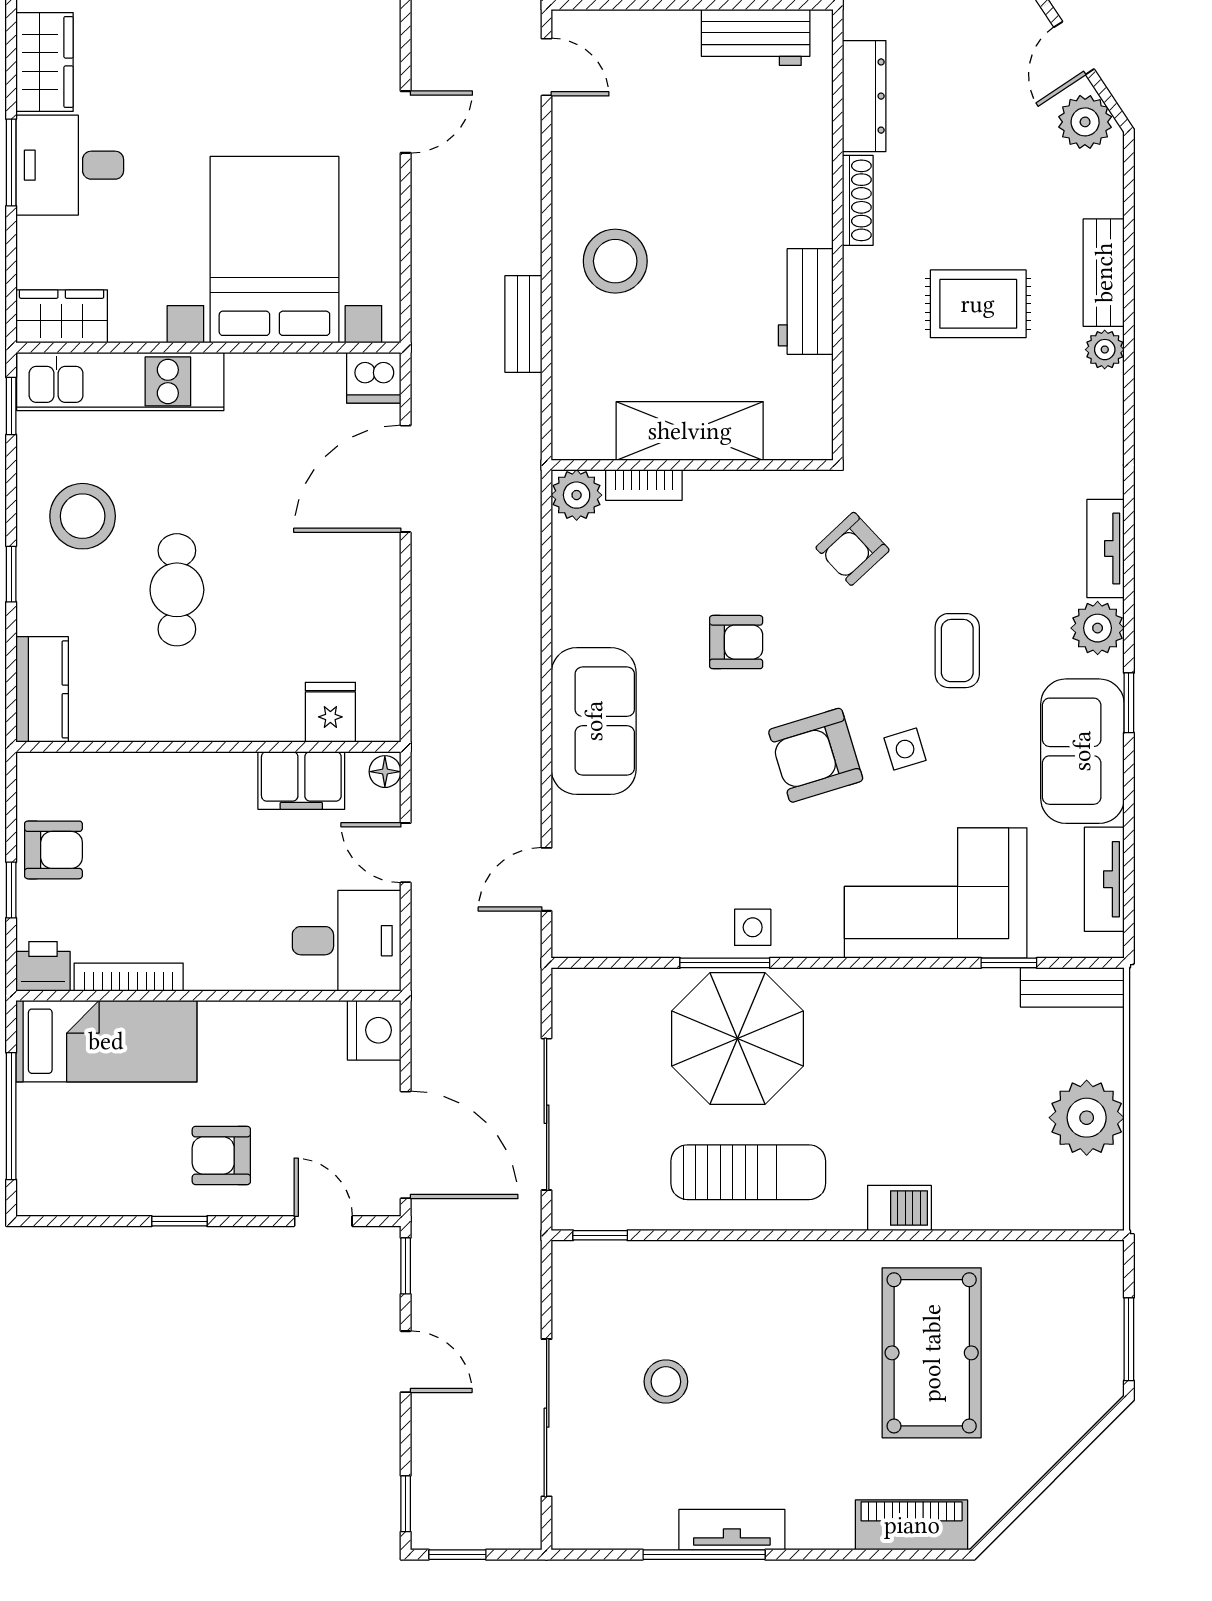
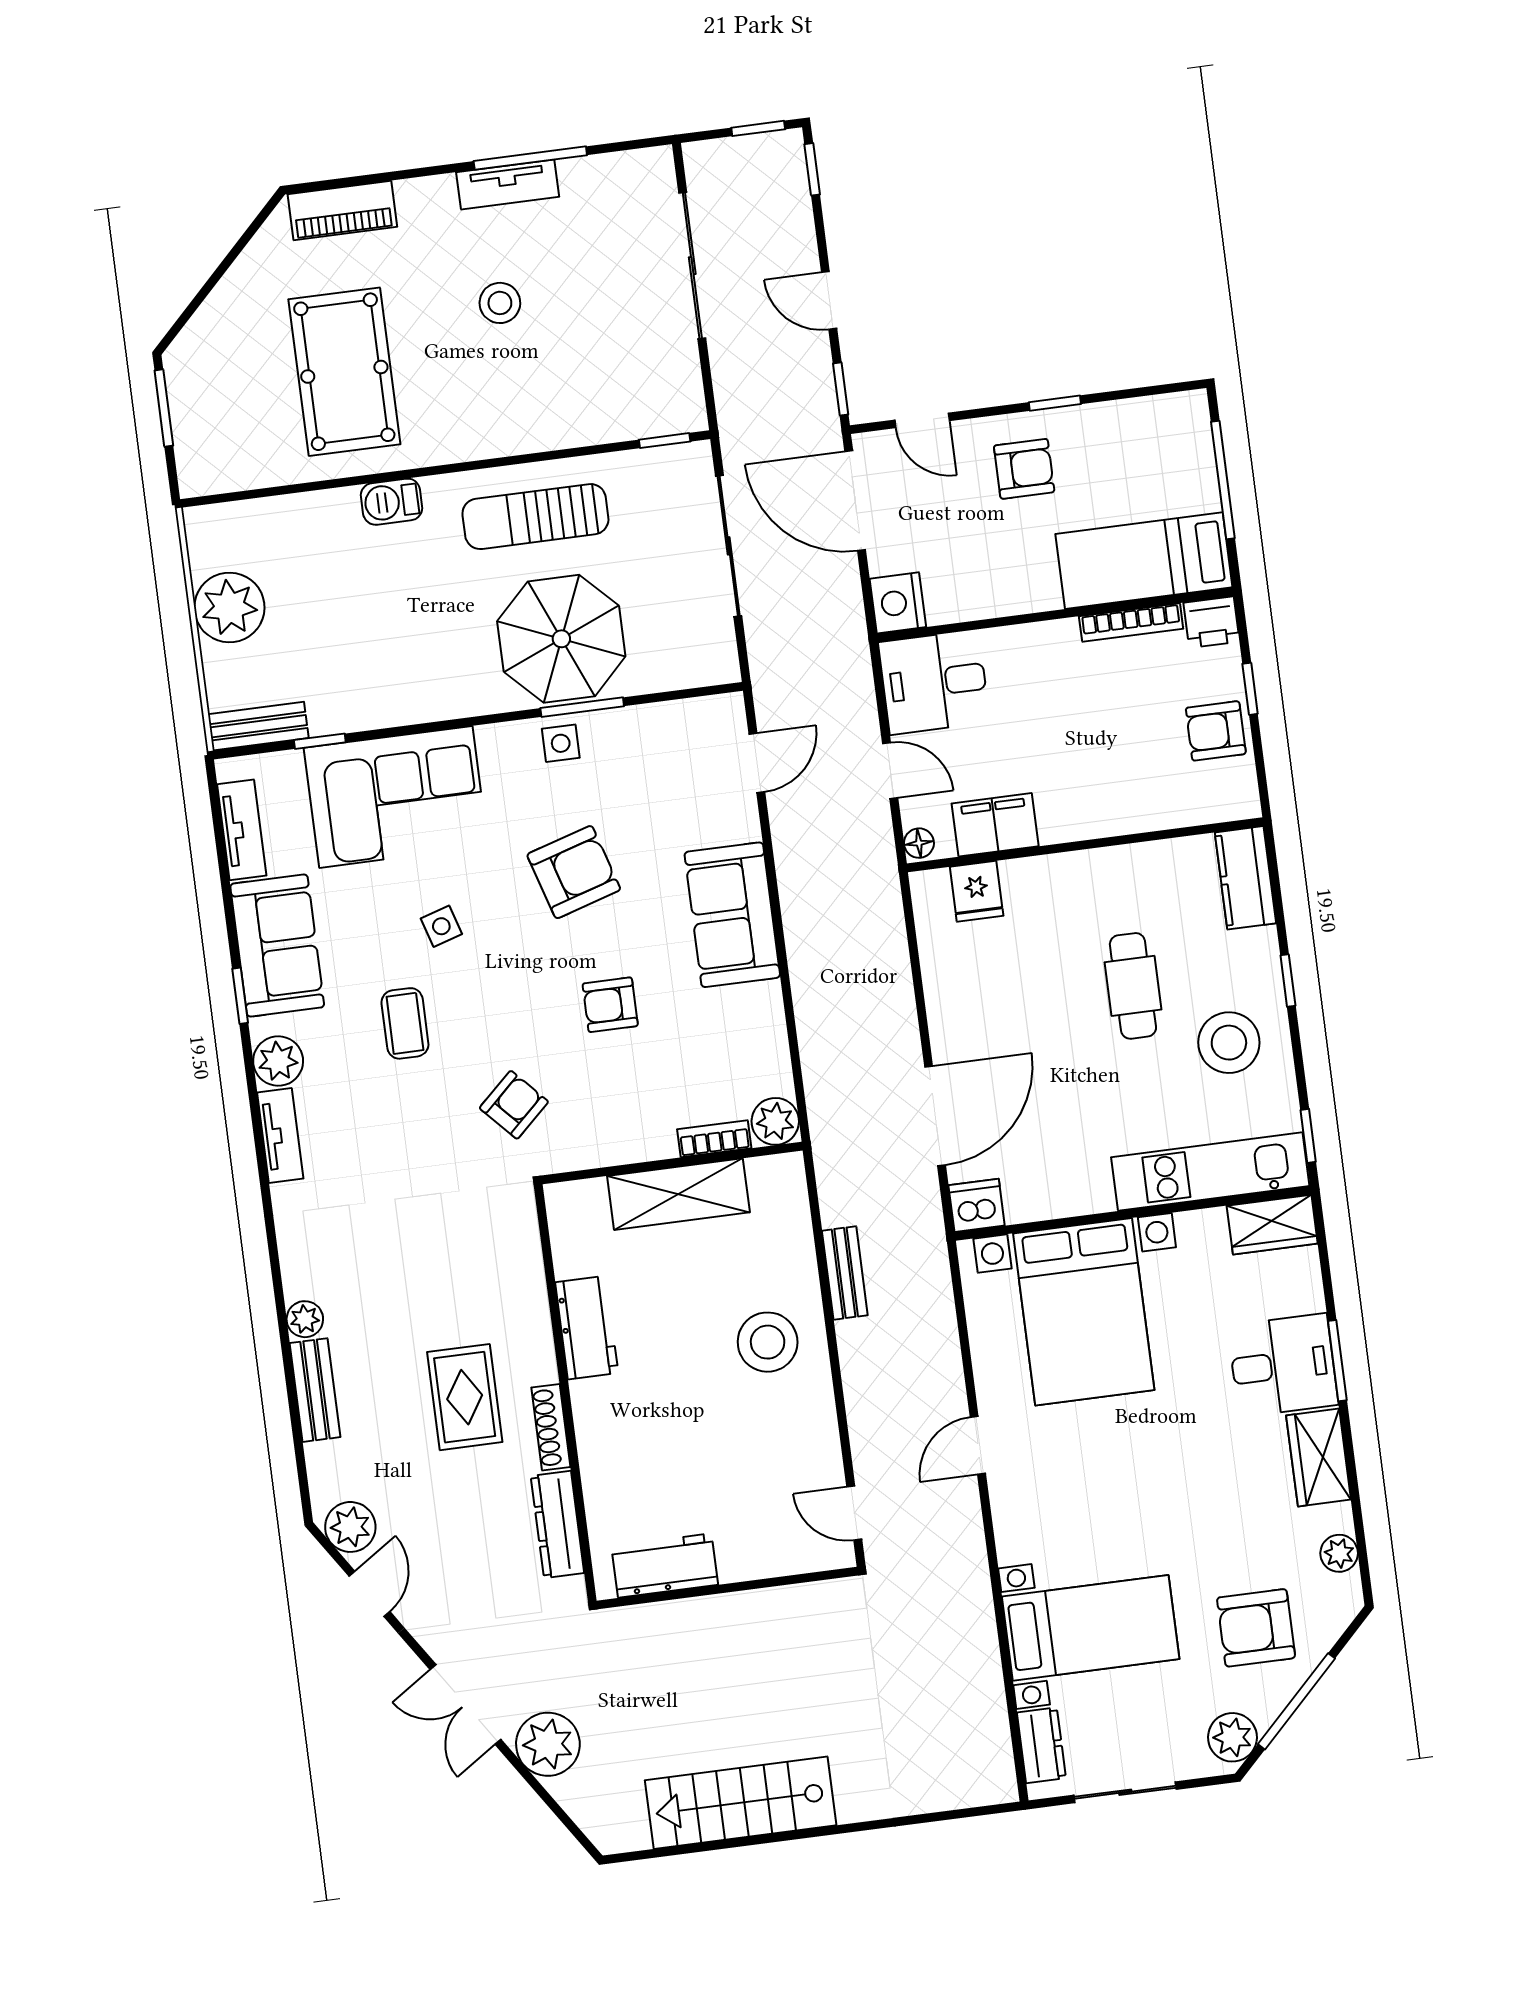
rug: (978, 304) -> (465, 1397), moved, turned 90
armchair: (816, 755) -> (574, 872), moved
stool: (666, 1382) -> (500, 303), moved

